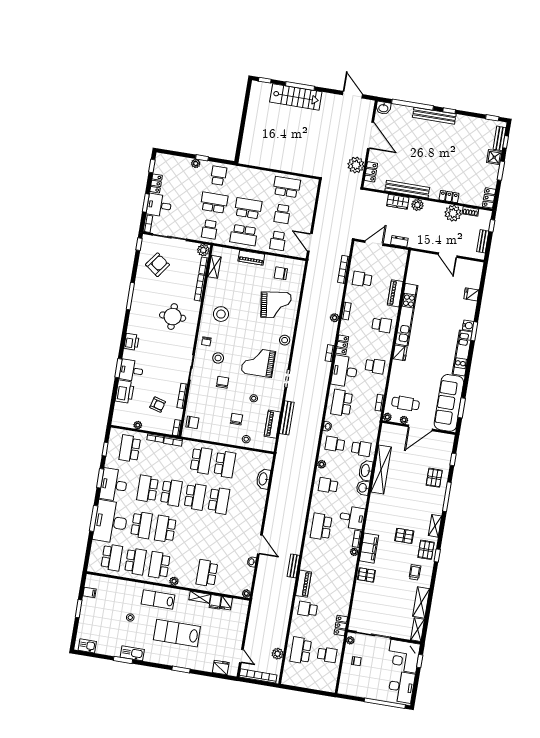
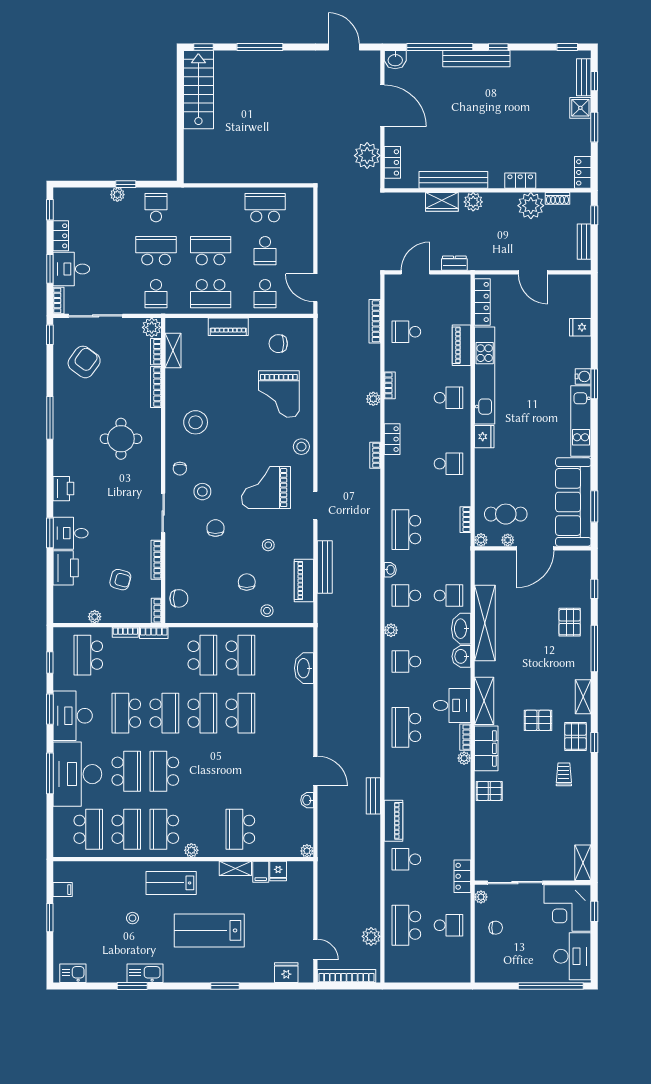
stairs: (296, 97) -> (198, 90), moved, turned -90
locker: (413, 268) -> (482, 302), added
grand piano: (276, 305) -> (279, 394), turned 98
desk: (345, 371) -> (403, 480), removed
shelving: (421, 603) -> (484, 701), moved

